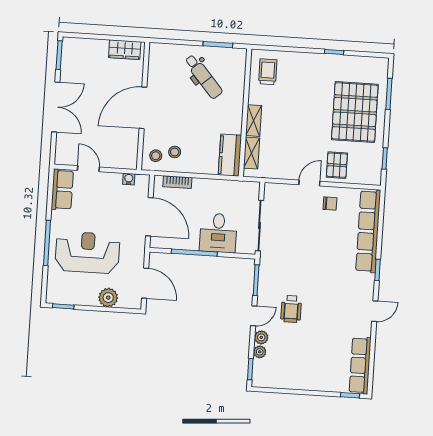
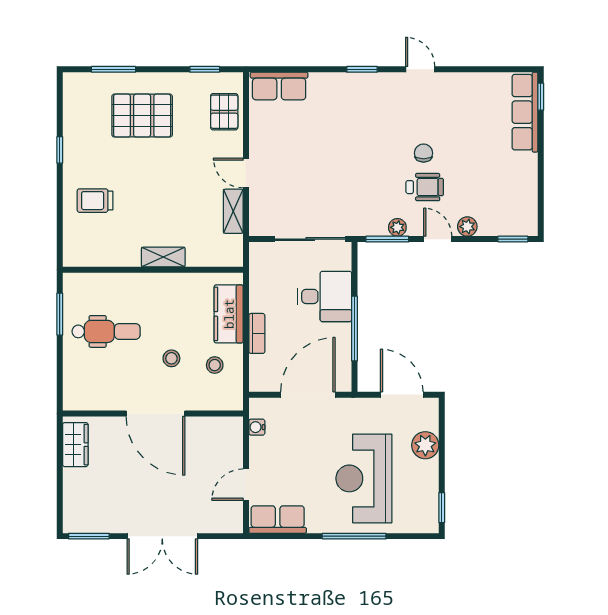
trolley: (268, 72) -> (95, 201), moved
dental chair: (203, 77) -> (106, 331), turned 41
double door: (56, 107) -> (162, 536), swing flipped
pallet: (355, 112) -> (142, 116), width x0.73, depth x0.71
shelving: (252, 153) -> (233, 211), moved, turned 90
kitchen counter: (230, 155) -> (229, 314), moved, turned 90
stool: (156, 156) -> (171, 358), moved
pallet: (337, 165) -> (224, 112), moved, turned 90
bookcase: (177, 182) -> (257, 333), moved
chair: (330, 204) -> (424, 153), moved
row of seats: (368, 231) -> (279, 86), width x0.50
door: (145, 283) -> (402, 395), hinge flipped
plant: (260, 352) -> (397, 227), moved
row of seats: (360, 365) -> (525, 112), moved, turned 90

